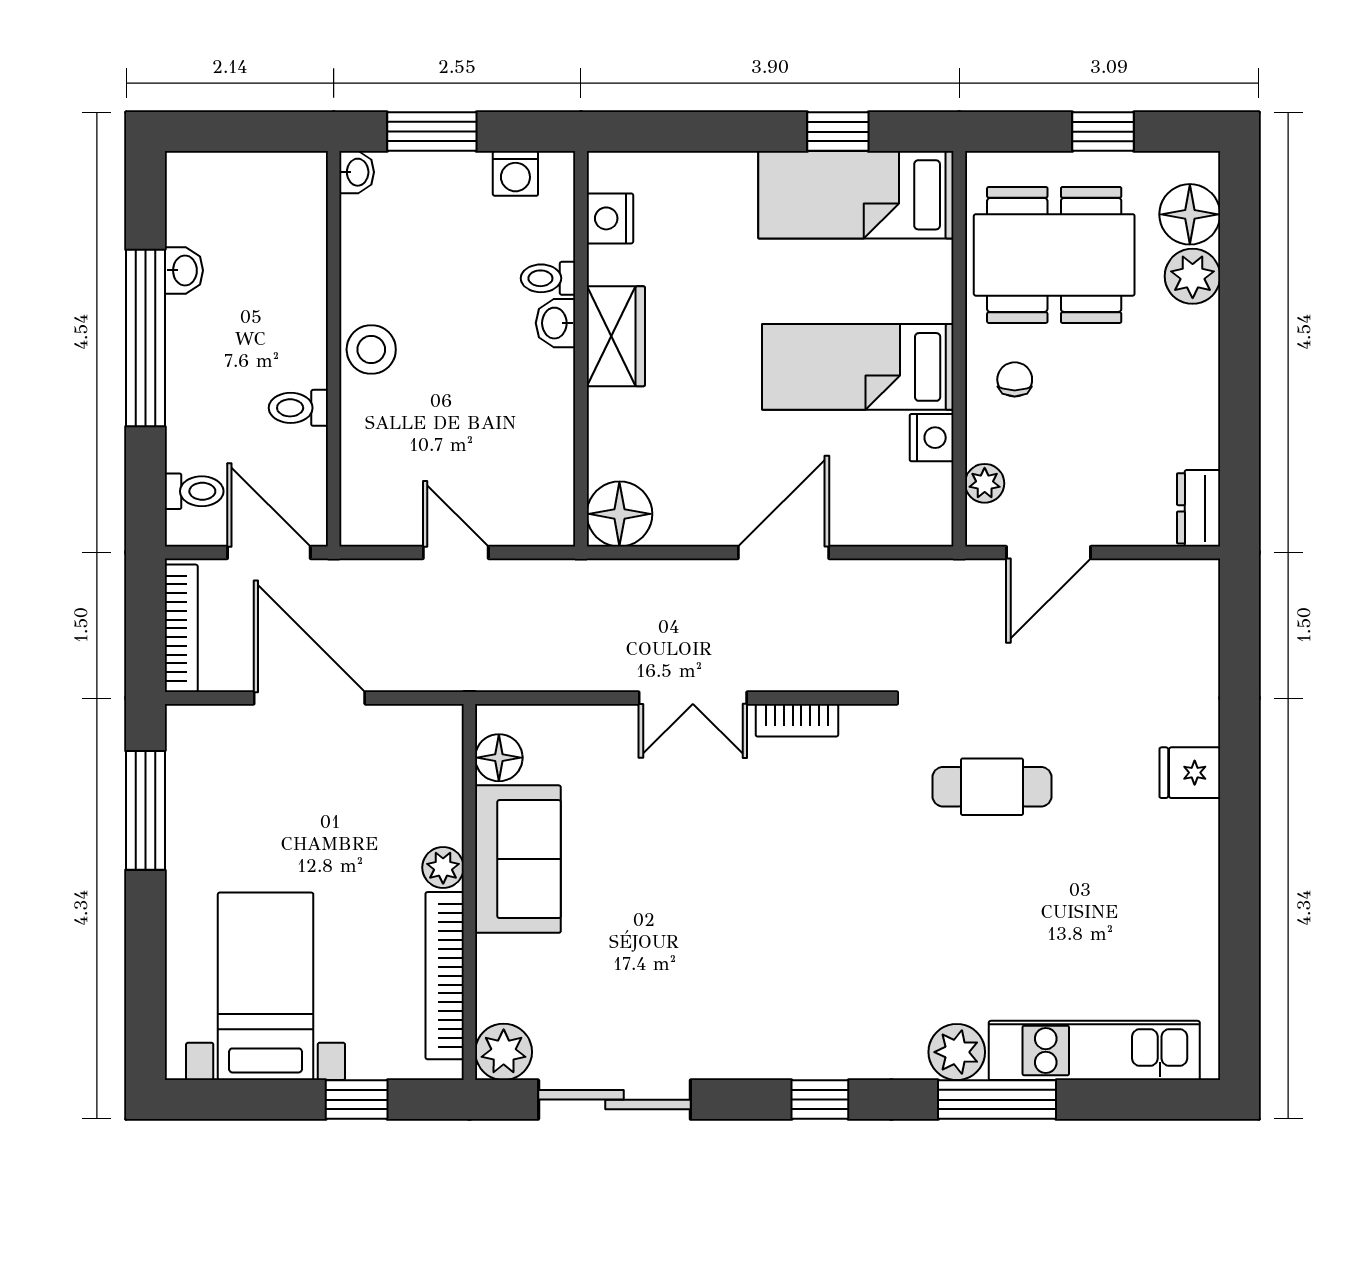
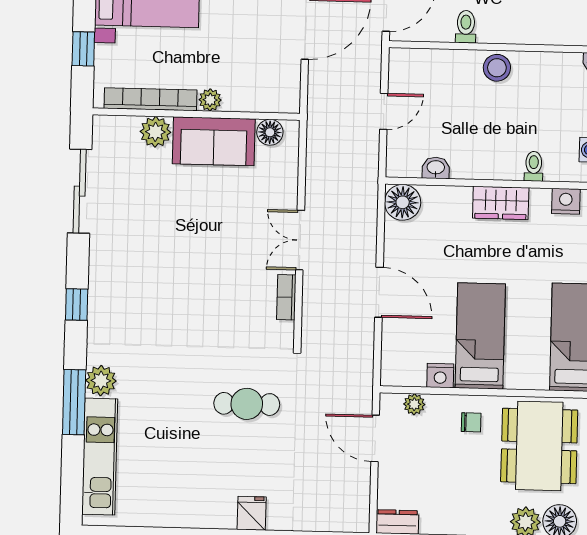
washbasin: (556, 323) -> (436, 168), moved
cafe table: (992, 787) -> (247, 404), turned 90
plant: (504, 1052) -> (155, 132), moved

